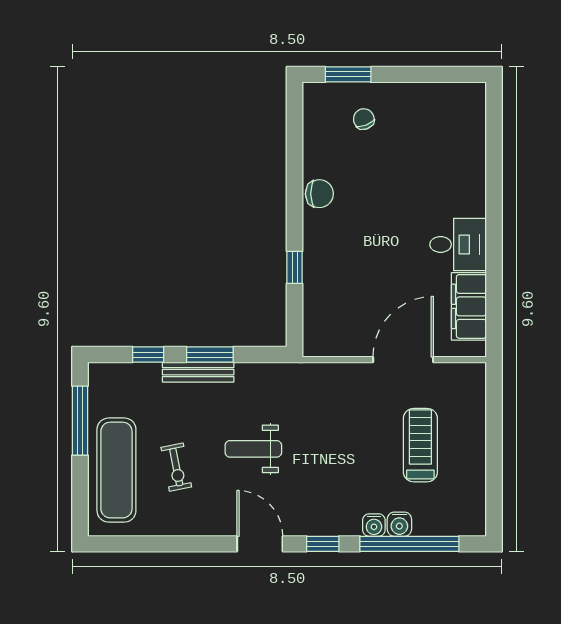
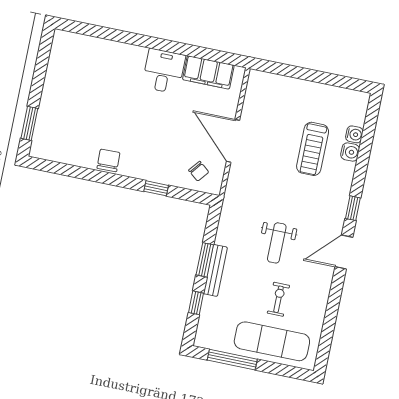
chair: (364, 119) -> (199, 171), moved, turned -120
door: (403, 360) -> (233, 141), moved
treadmill: (420, 445) -> (313, 149), moved, turned -90
exercise bike: (176, 467) -> (278, 299), turned -79
water cooler: (374, 525) -> (354, 134), moved
window: (409, 544) -> (365, 148), removed

